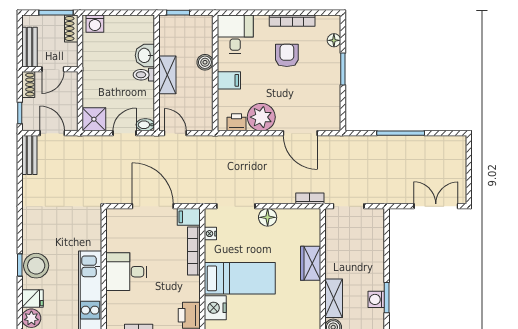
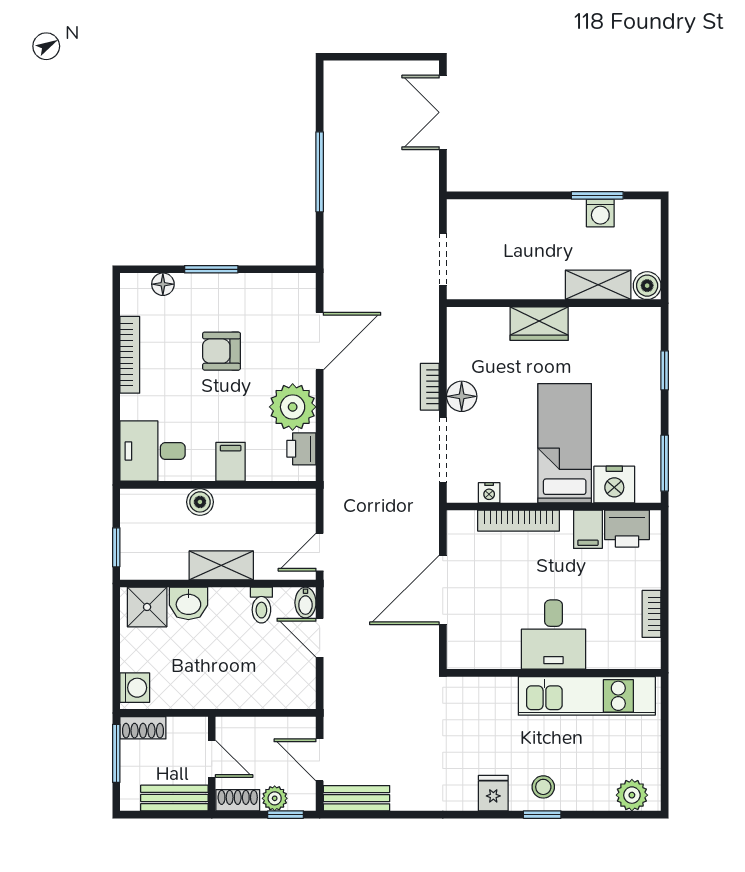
armchair: (287, 55) -> (222, 351), moved
toilet: (144, 75) -> (261, 605), moved
plant: (29, 107) -> (275, 798), added
shower: (94, 119) -> (147, 607), moved
door: (52, 133) -> (320, 760), hinge flipped
bookcase: (310, 198) -> (430, 387), moved
filing cabinet: (189, 217) -> (588, 529), moved
stool: (36, 266) -> (543, 787), width x0.53, depth x0.53
fridge: (32, 299) -> (493, 793), moved

